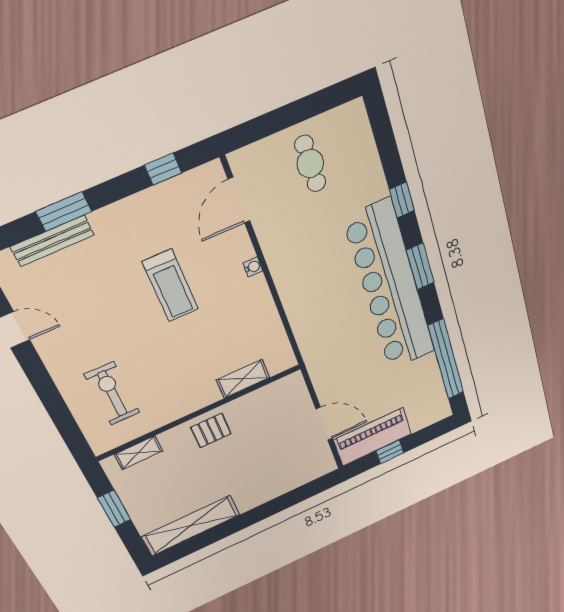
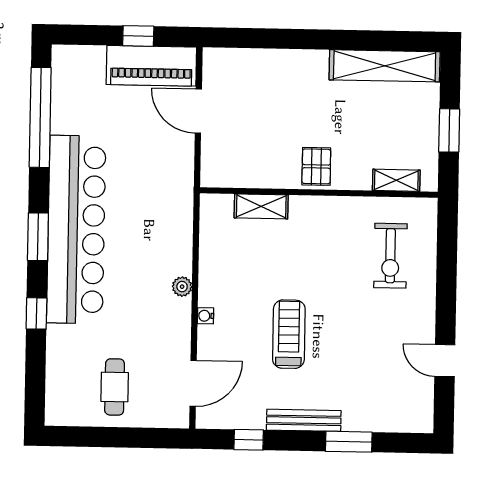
bench: (52, 241) -> (304, 420), moved
plant: (284, 282) -> (182, 287), added
pallet: (211, 430) -> (316, 166), turned 90

